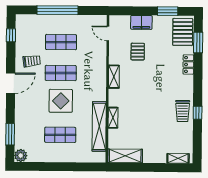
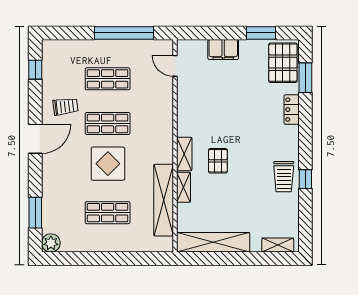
window: (57, 10) -> (124, 33), moved
pallet: (138, 52) -> (218, 161), moved
shelving: (114, 77) -> (184, 154), moved
shelving: (125, 156) -> (213, 242), width x1.47

